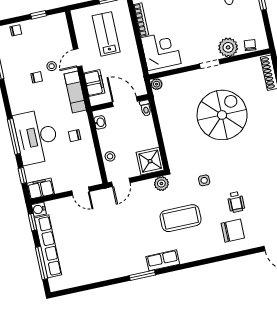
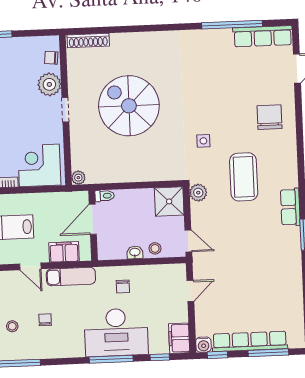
stool: (52, 66) -> (12, 326), moved
washbasin: (100, 122) -> (135, 252), moved
wheelchair: (236, 202) -> (236, 107), removed

